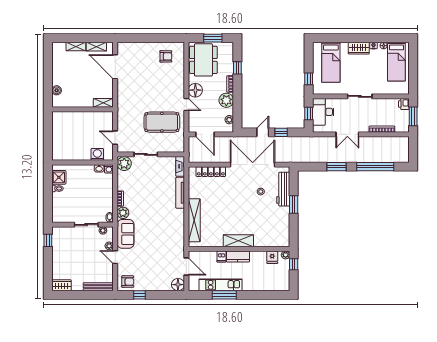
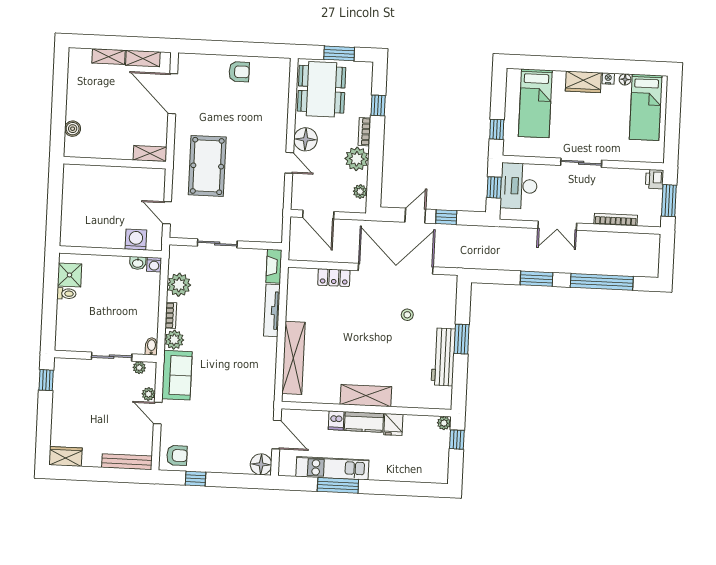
armchair: (166, 56) -> (239, 72), moved
pool table: (162, 122) -> (207, 166), moved, turned 90
plant: (124, 164) -> (179, 285), moved
locker: (211, 172) -> (334, 278), width x0.66
workbench: (283, 189) -> (443, 357), moved
fridge: (272, 257) -> (393, 425), moved

